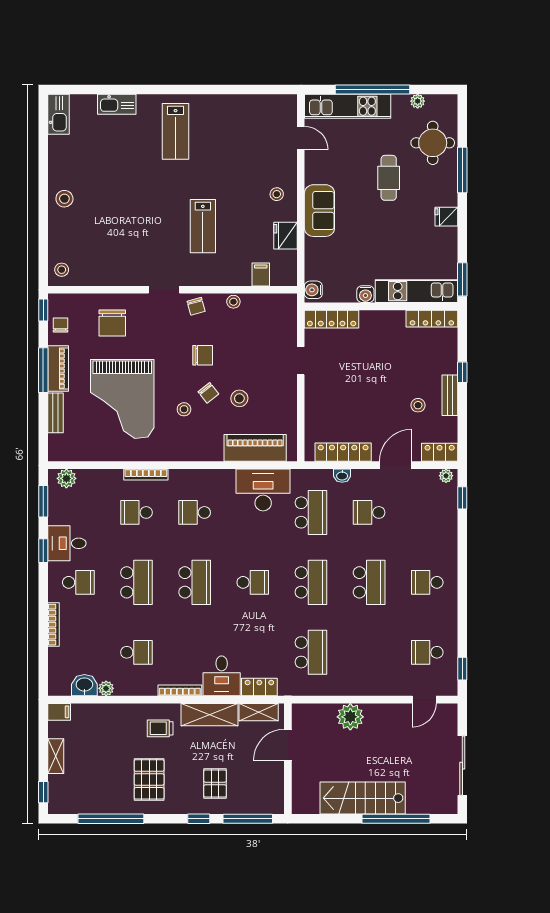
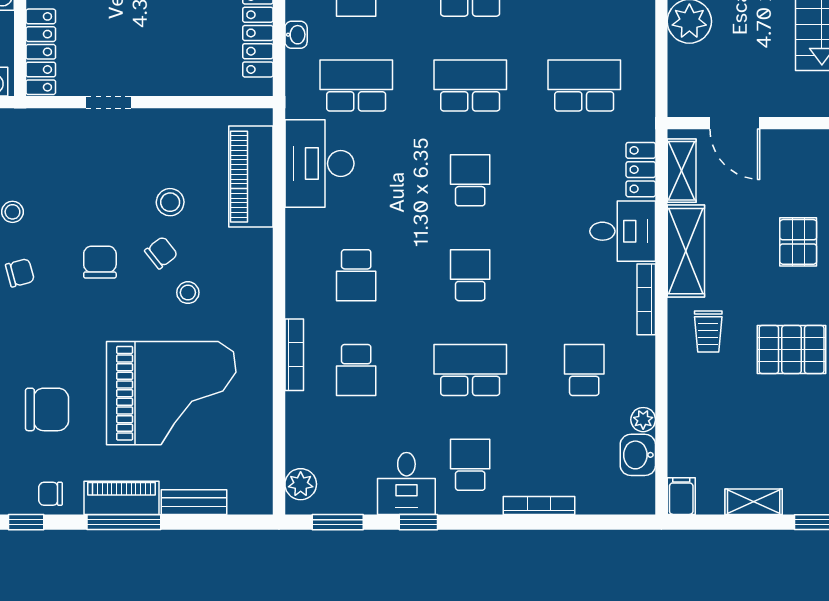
school desk: (195, 582) -> (470, 275), width x0.54
pallet: (215, 784) -> (798, 242), turned 90

